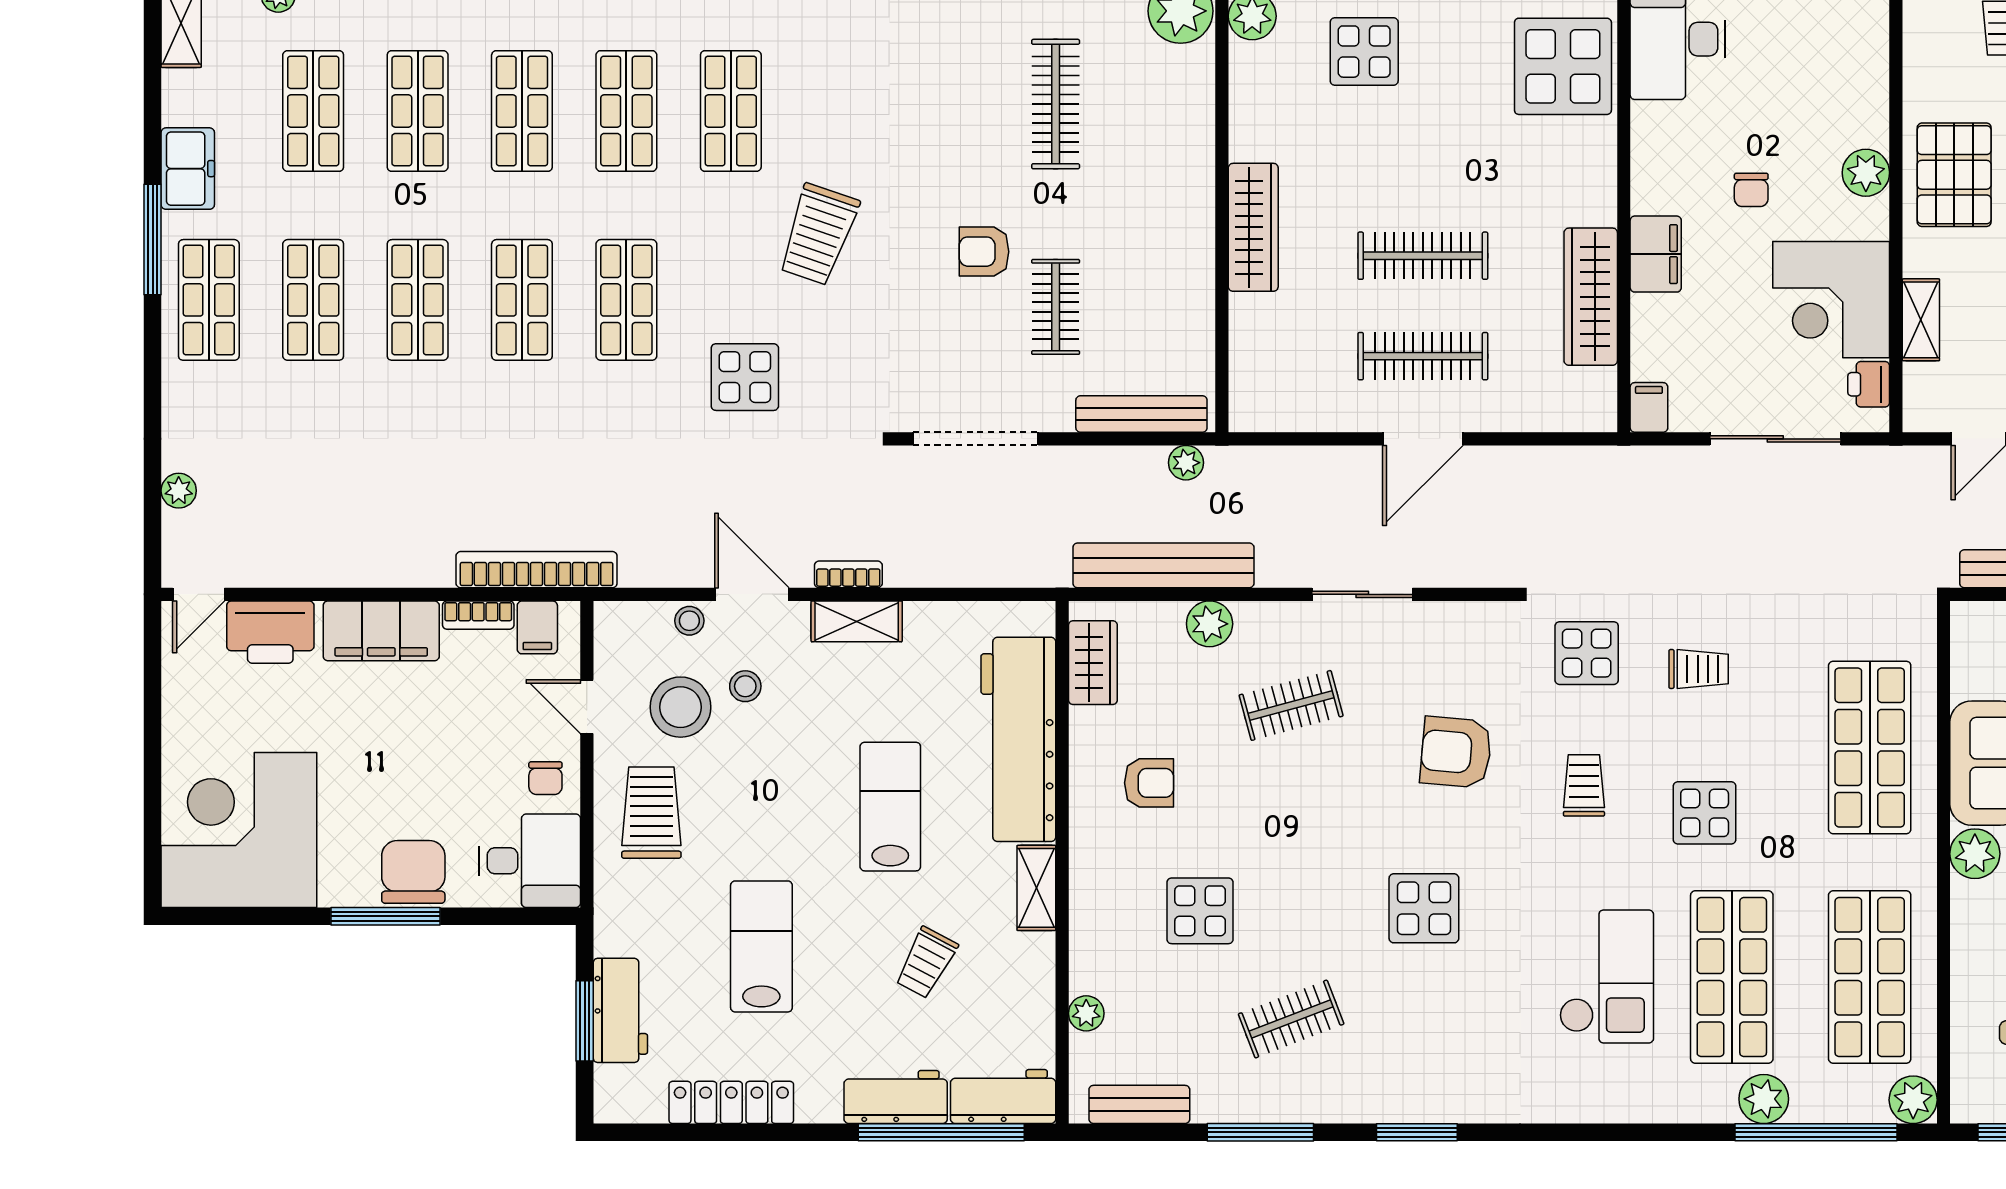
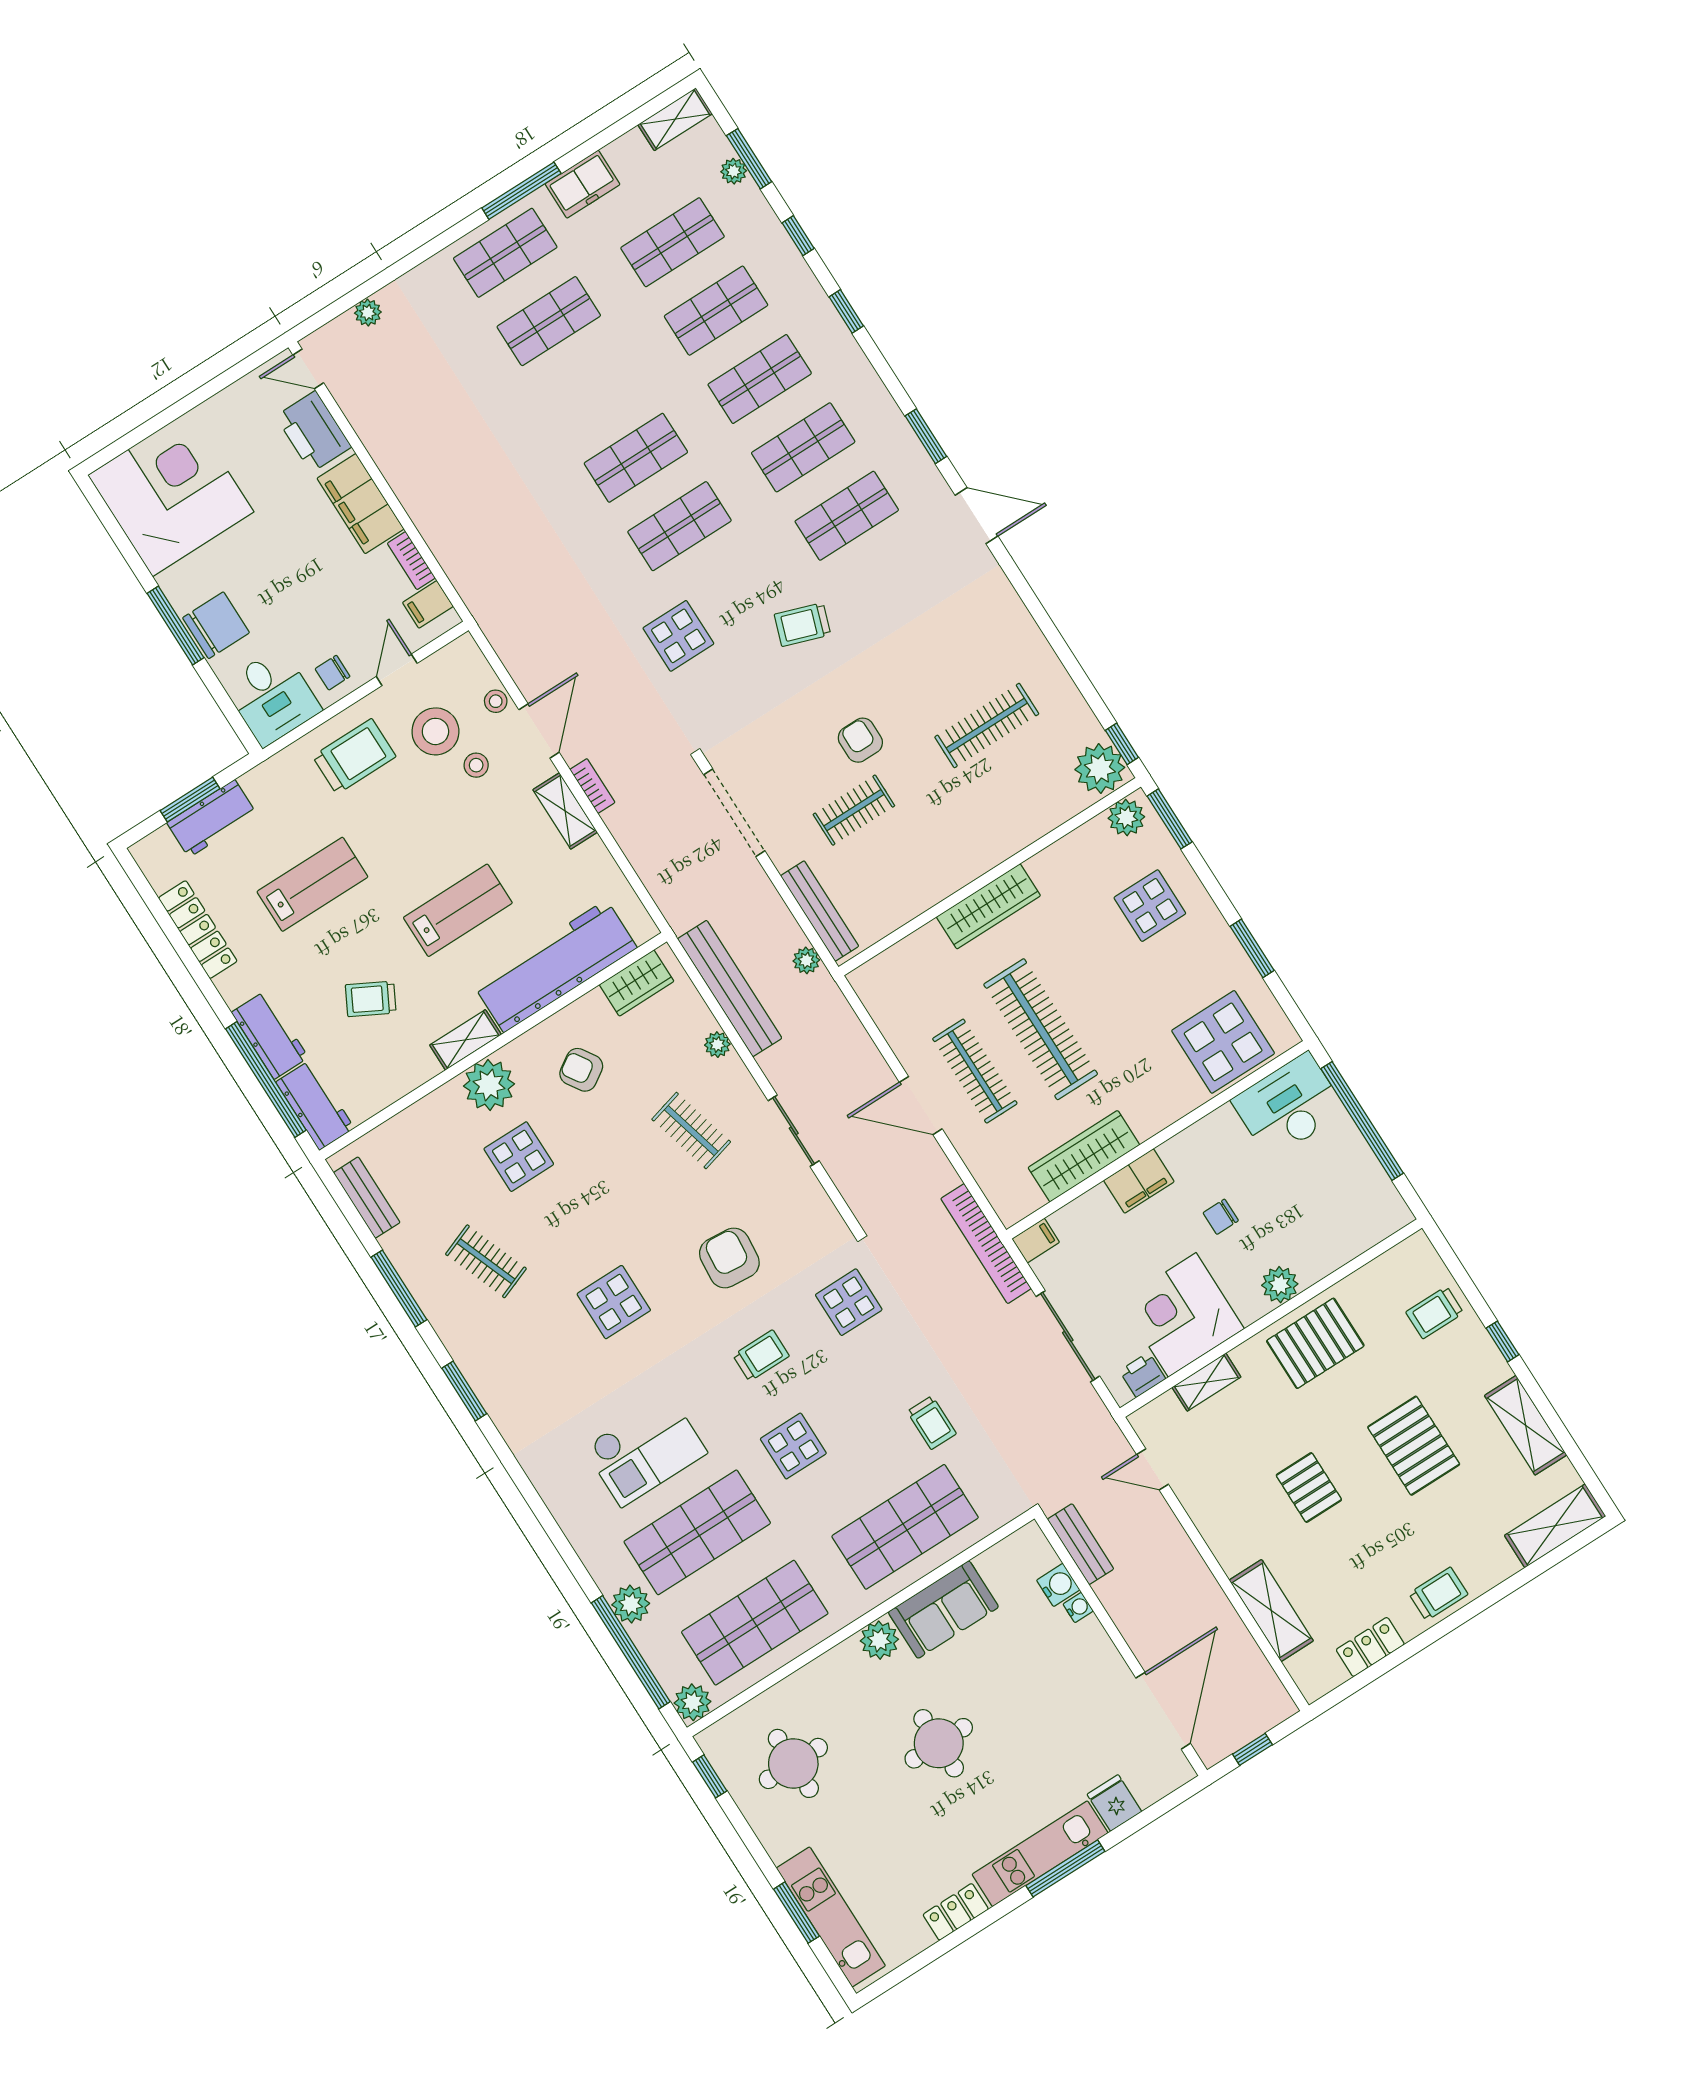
trolley: (818, 234) -> (802, 625), width x0.73, depth x0.72
clothes rail: (1423, 256) -> (1041, 1029), width x1.37, depth x1.31
shop shelf: (418, 300) -> (592, 389), removed
bookcase: (537, 570) -> (986, 1244), moved, turned 180
plant: (1210, 624) -> (717, 1045), width x0.73, depth x0.73
trolley: (1699, 669) -> (932, 1423), moved
armchair: (1149, 783) -> (581, 1070), turned 147
plant: (1086, 1013) -> (489, 1085), moved, width x1.87, depth x1.87

